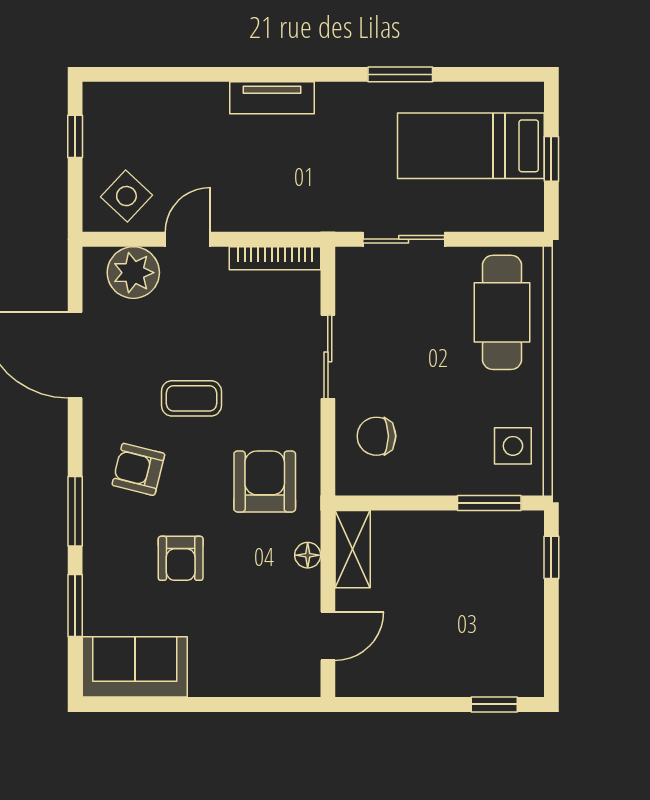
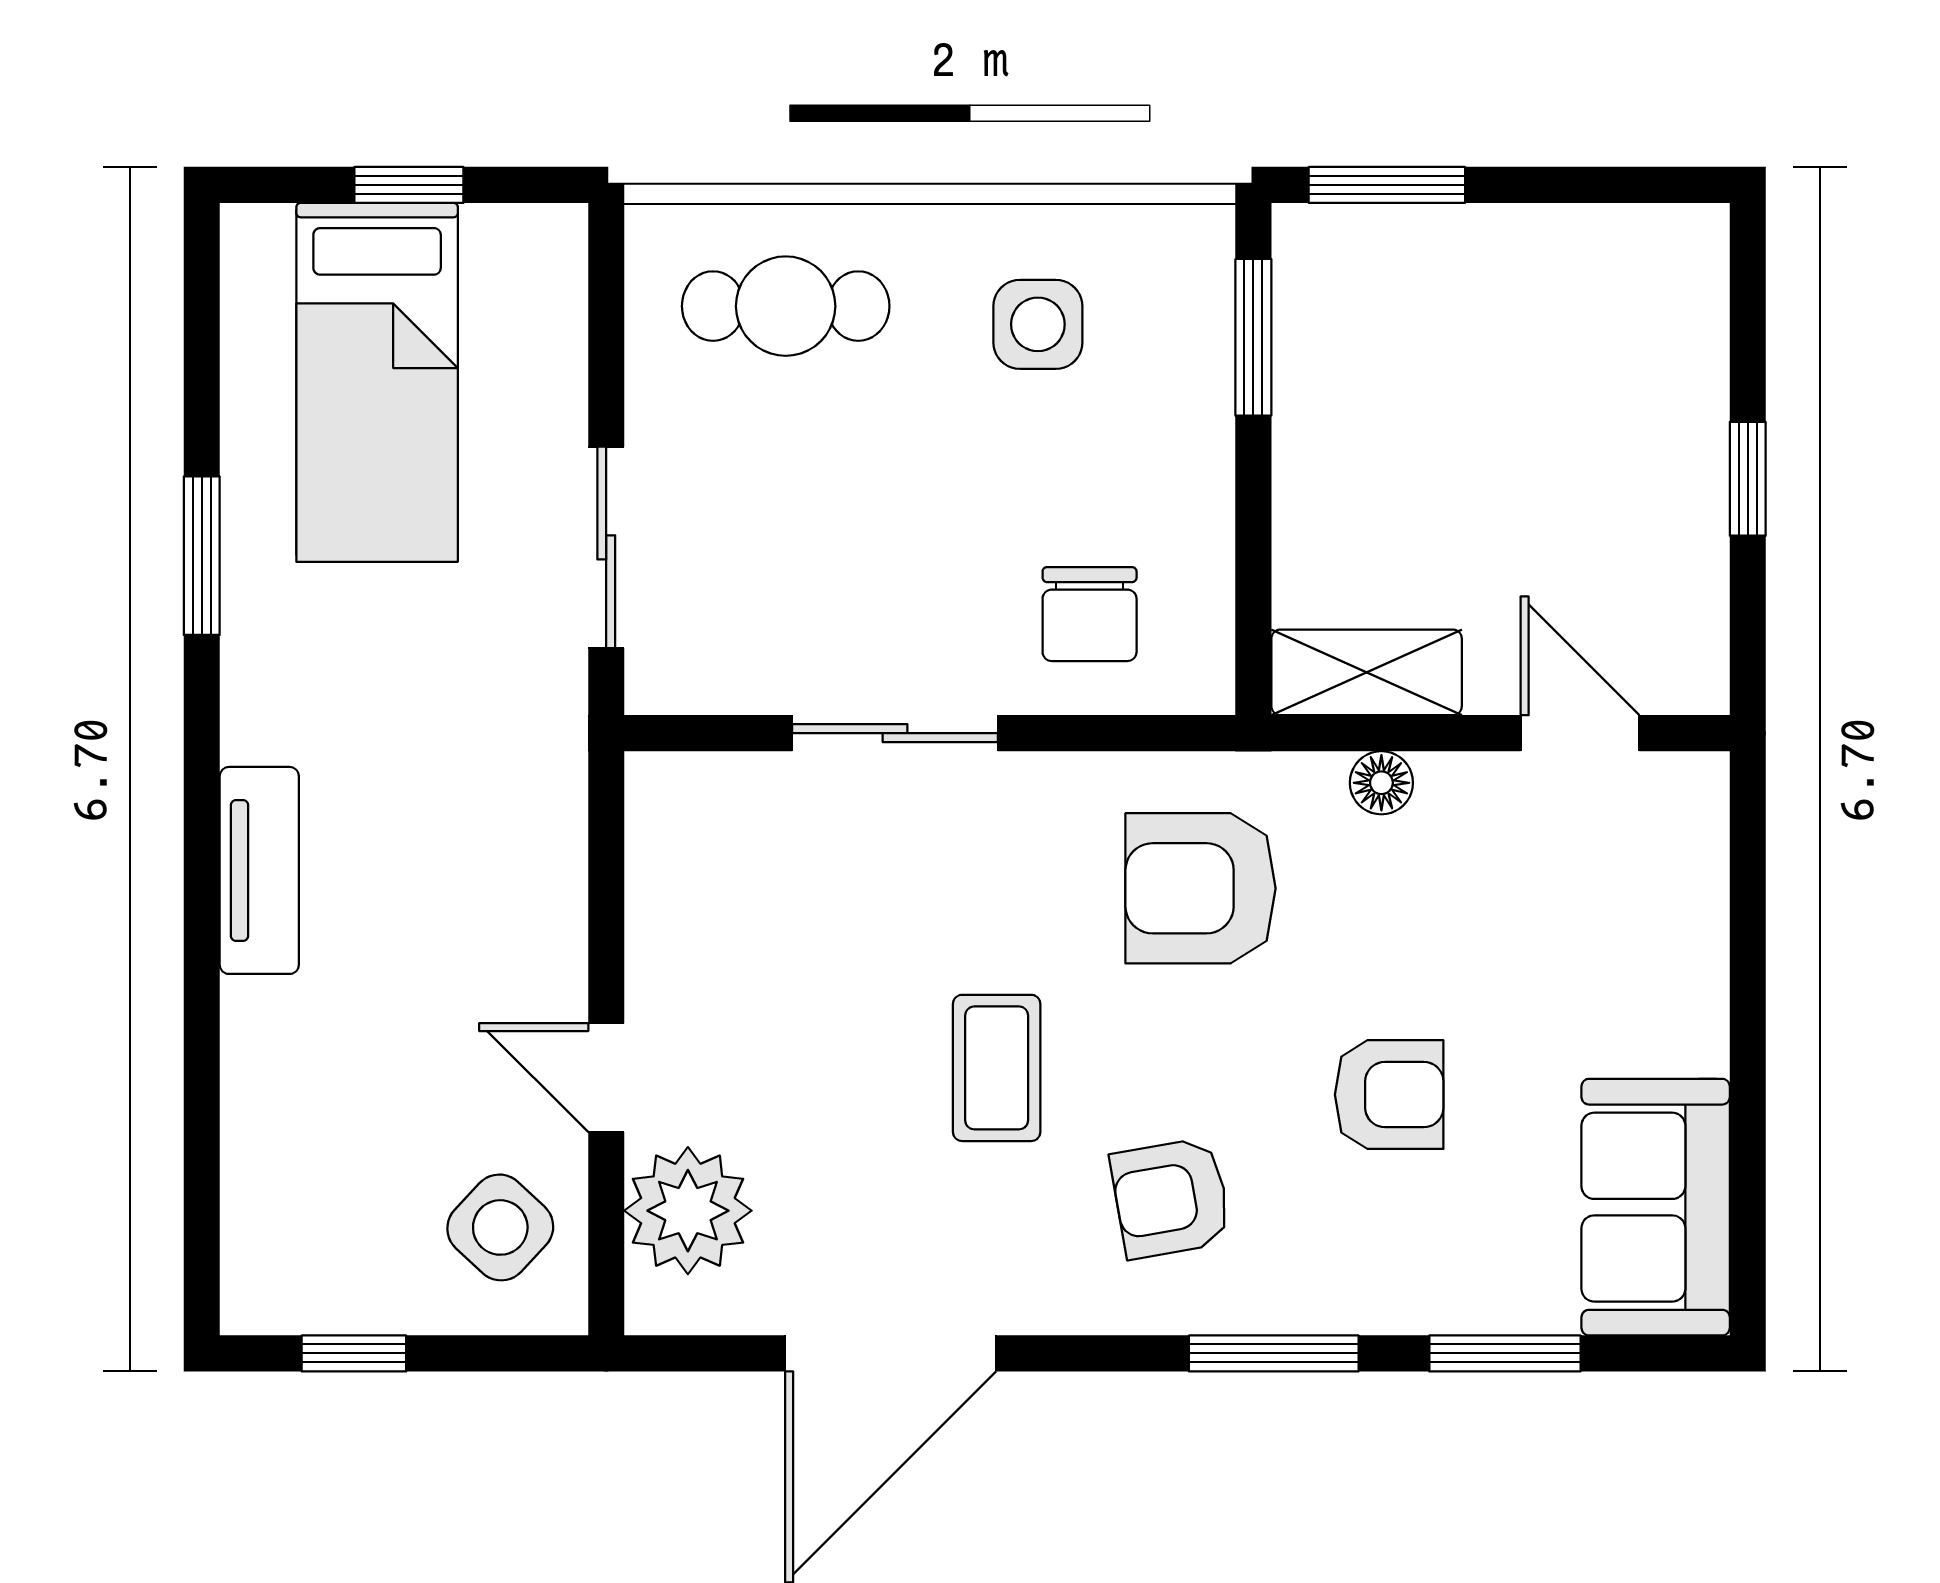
bookcase: (275, 258) -> (653, 863), removed
cafe table: (502, 312) -> (786, 306), width x0.73, depth x0.74
side table: (513, 446) -> (1038, 324), moved
armchair: (138, 469) -> (1171, 1198), turned 66
window: (551, 557) -> (1387, 185), width x1.50
window: (494, 704) -> (1748, 479), moved

